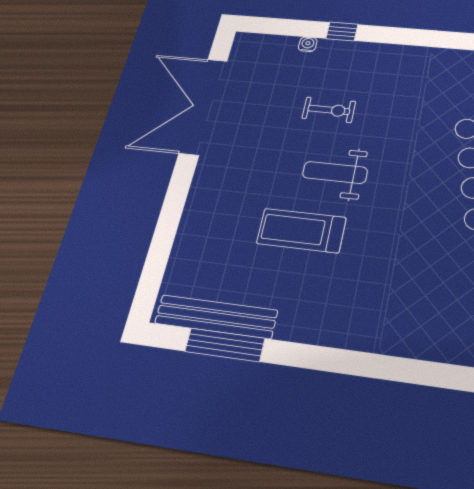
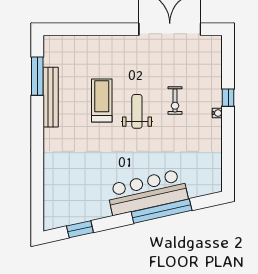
water cooler: (308, 44) -> (217, 113), moved
bench: (216, 317) -> (51, 97), moved

